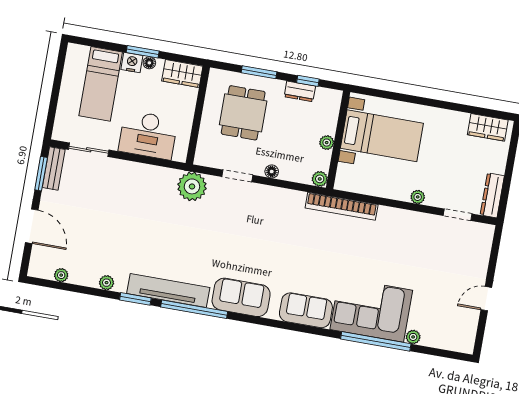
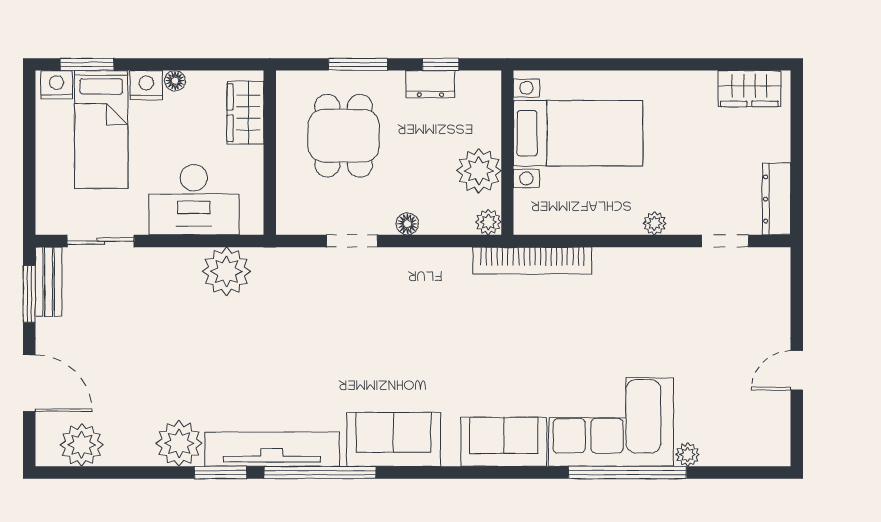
window: (143, 52) -> (87, 64), moved
nightstand: (79, 53) -> (57, 85), added
wardrobe: (182, 74) -> (245, 113), moved, turned 90
plant: (327, 143) -> (479, 171), width x1.88, depth x1.88
plant: (192, 186) -> (226, 271), moved
plant: (61, 275) -> (82, 445), width x1.88, depth x1.88
plant: (107, 283) -> (179, 443), width x1.88, depth x1.88

